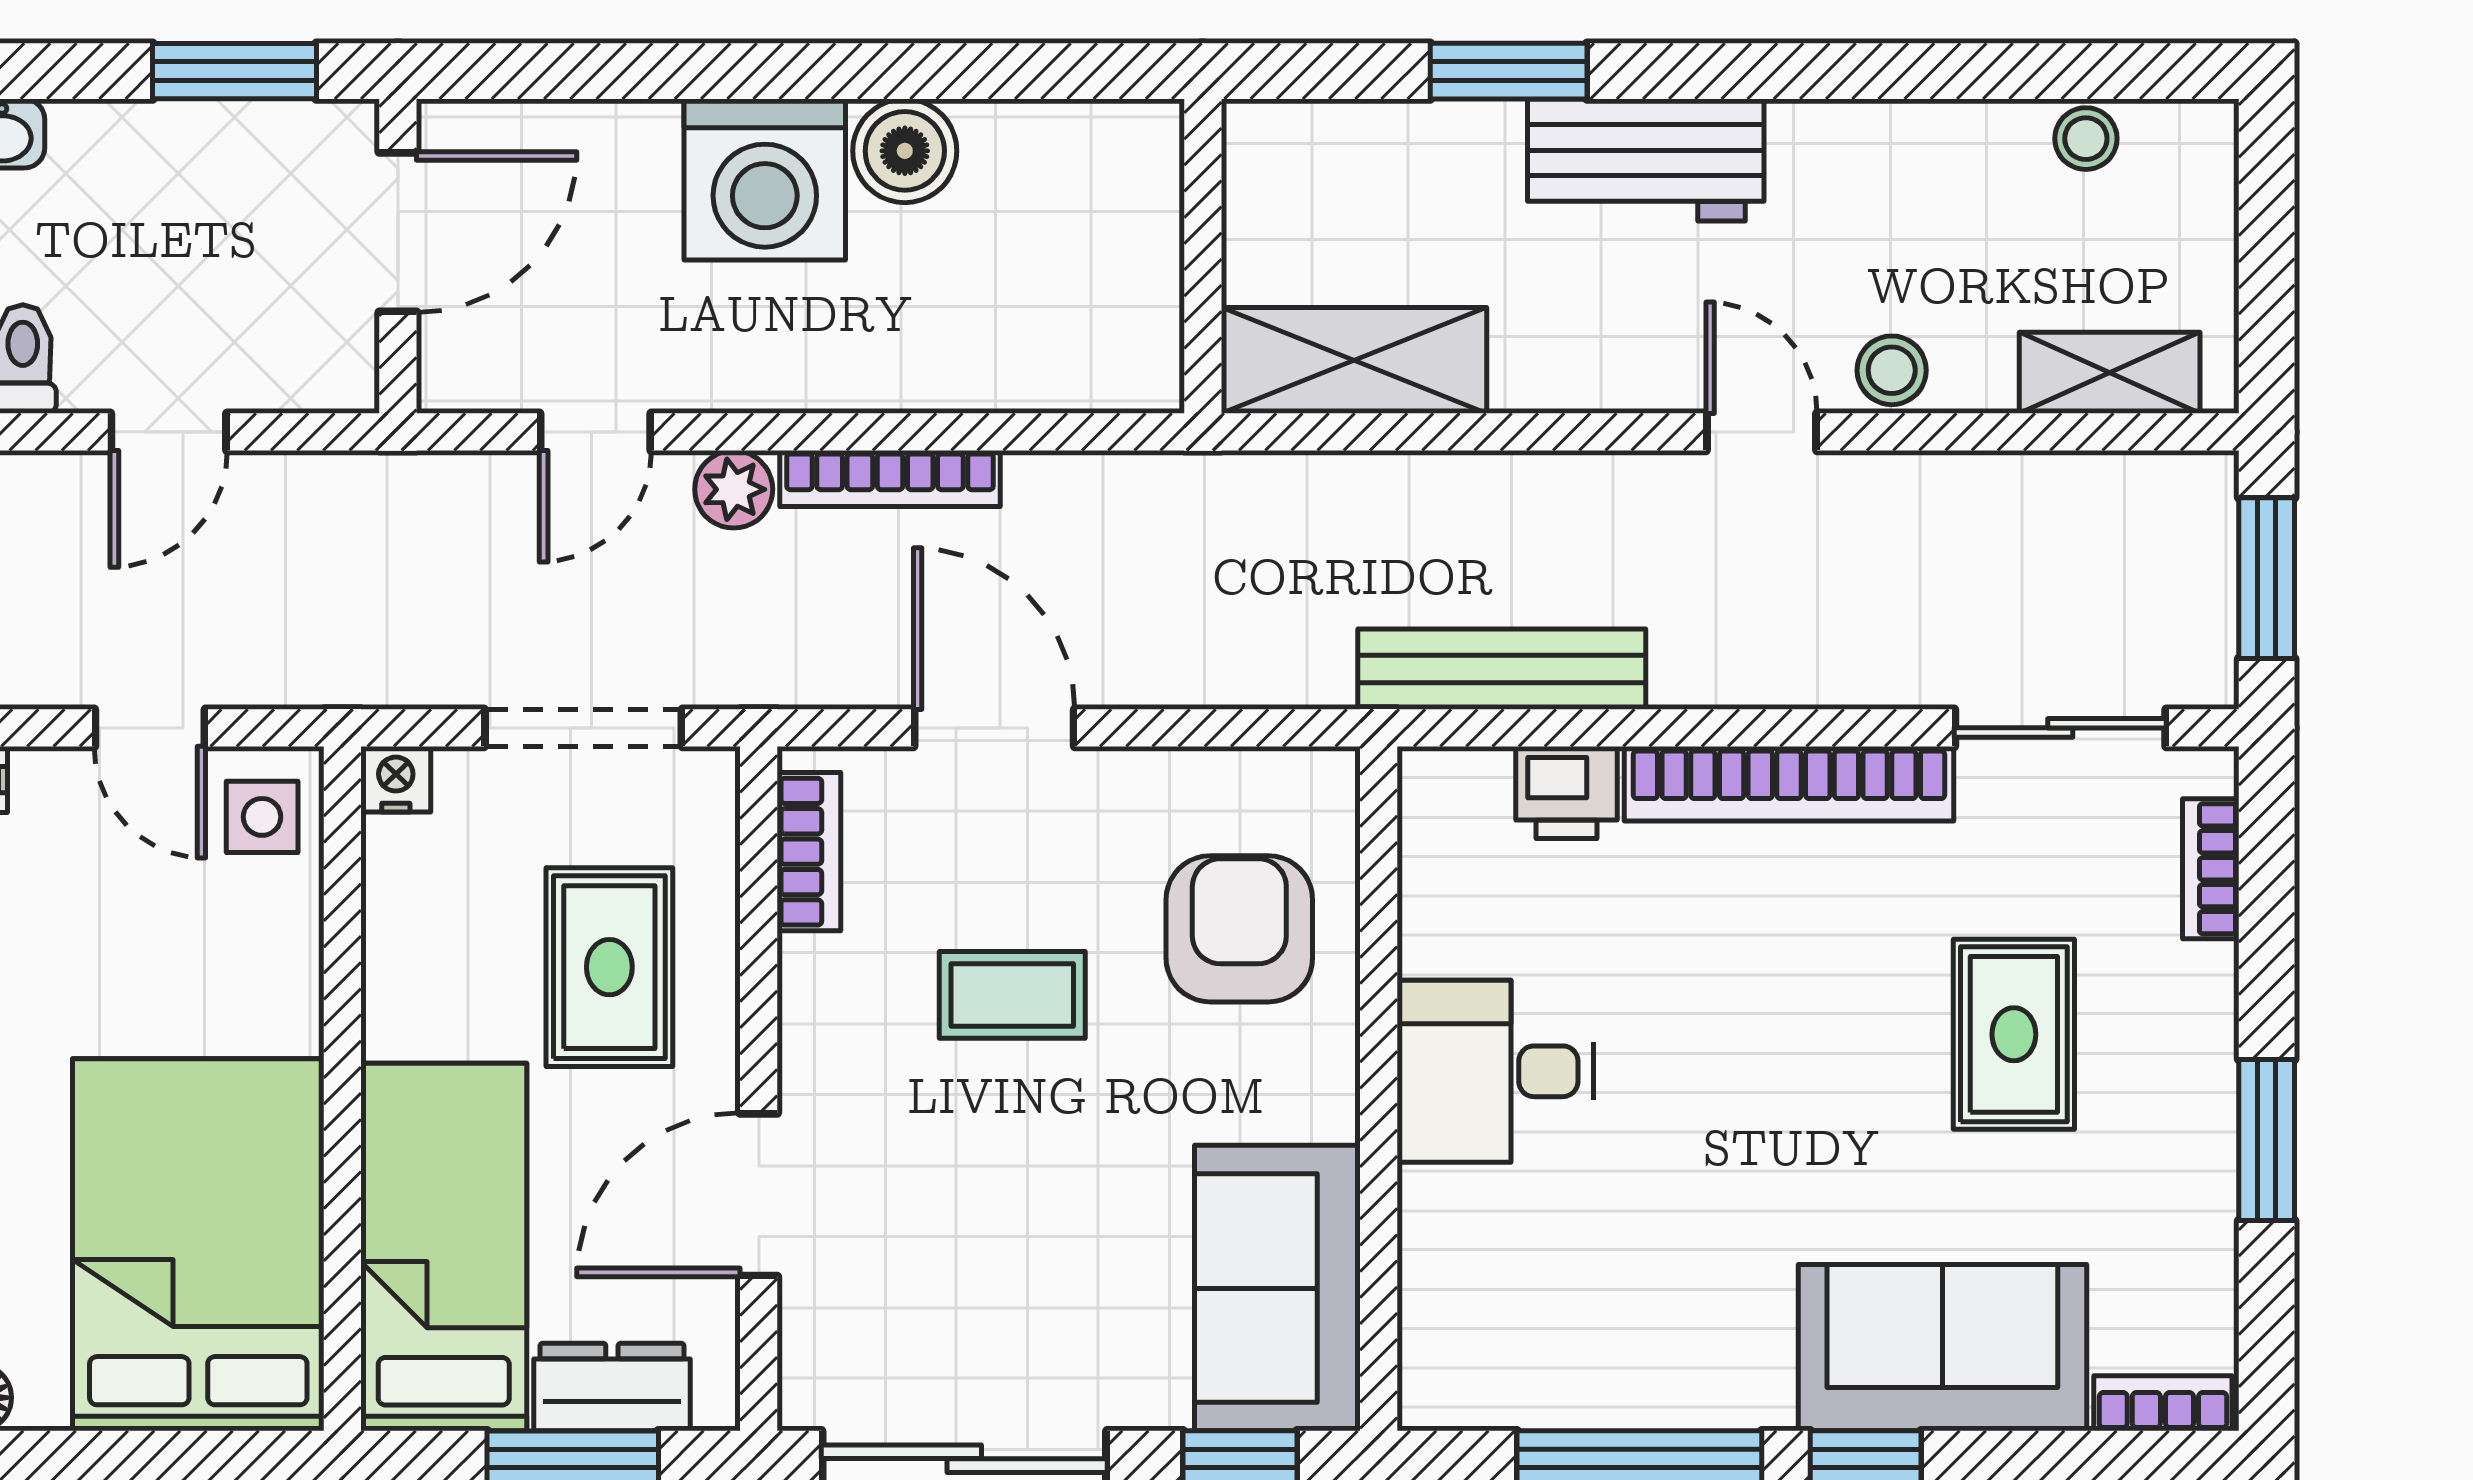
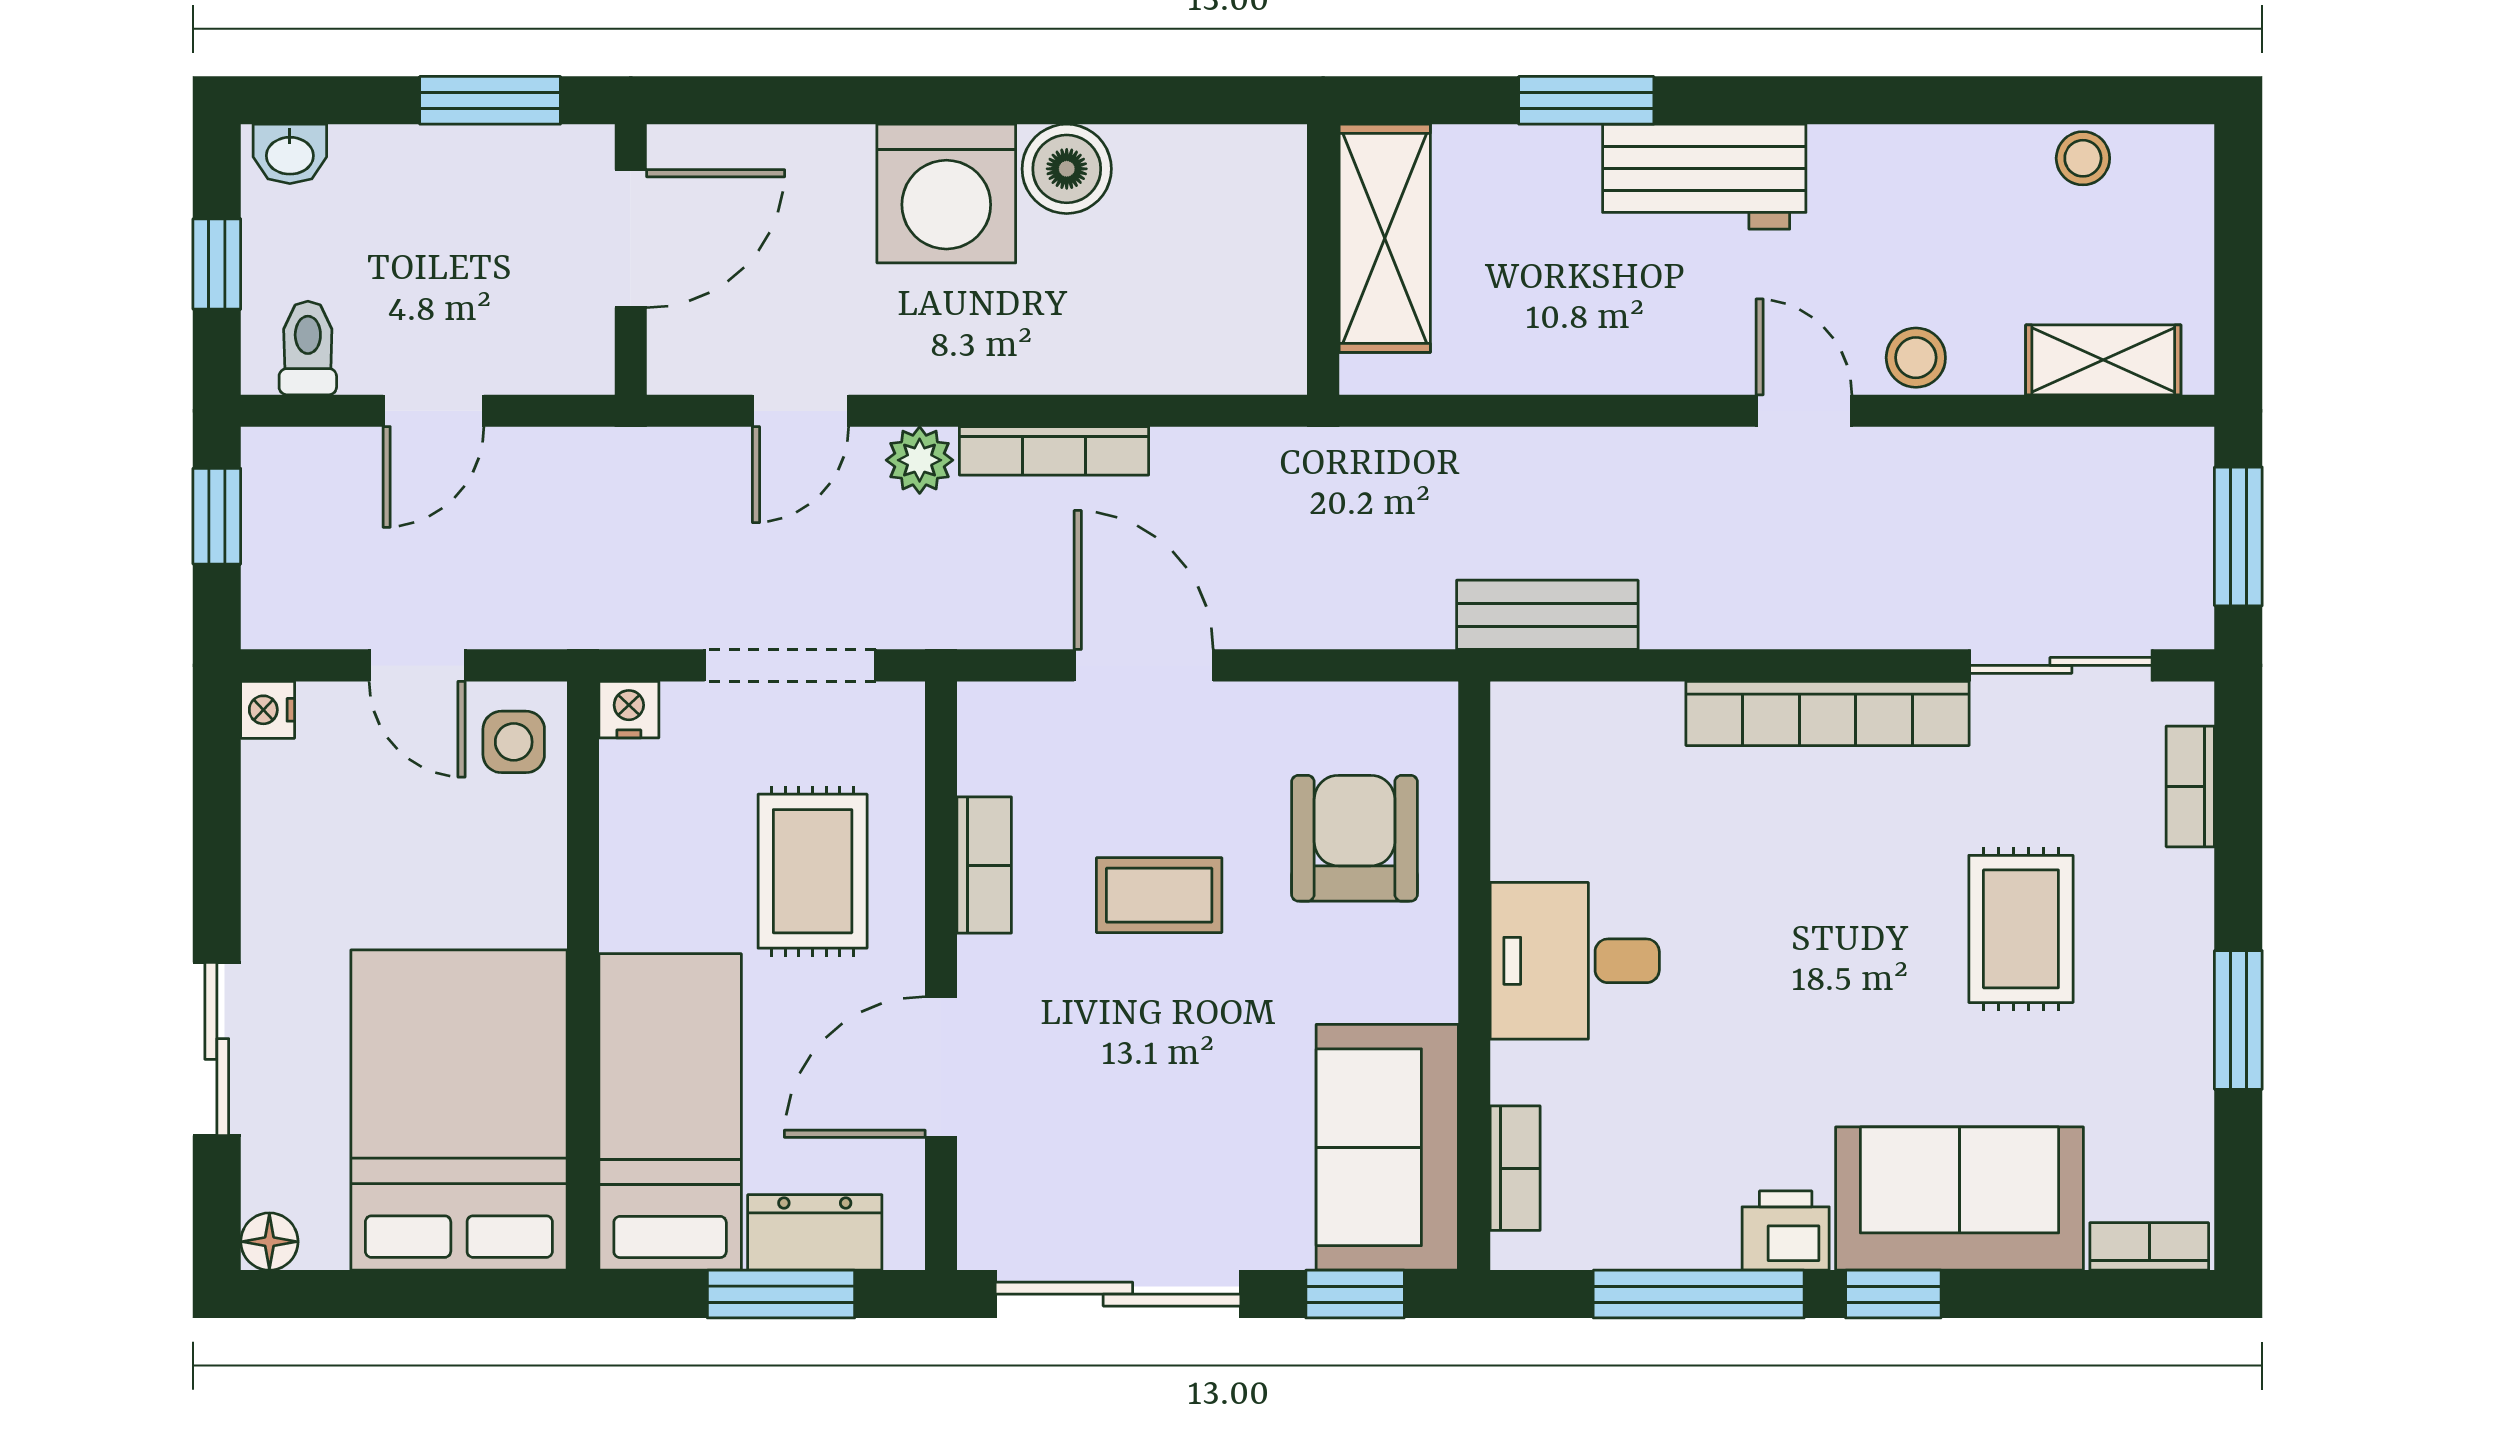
shelving: (1354, 360) -> (1385, 238), moved, turned 90
bench: (1502, 669) -> (1547, 615), width x0.73
printer: (1566, 792) -> (1786, 1231), moved, turned 180
bookcase: (809, 852) -> (984, 865), moved
bookcase: (1426, 1312) -> (1515, 1168), added

